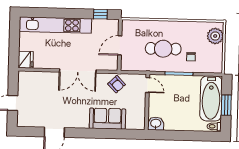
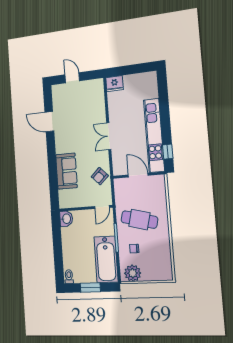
kitchen unit: (55, 25) -> (154, 135), moved
plant: (215, 36) -> (133, 273), moved
cafe table: (163, 49) -> (139, 220), turned -76
double door: (78, 71) -> (109, 136), width x0.73
bathtub: (211, 98) -> (106, 259), moved, turned -90

